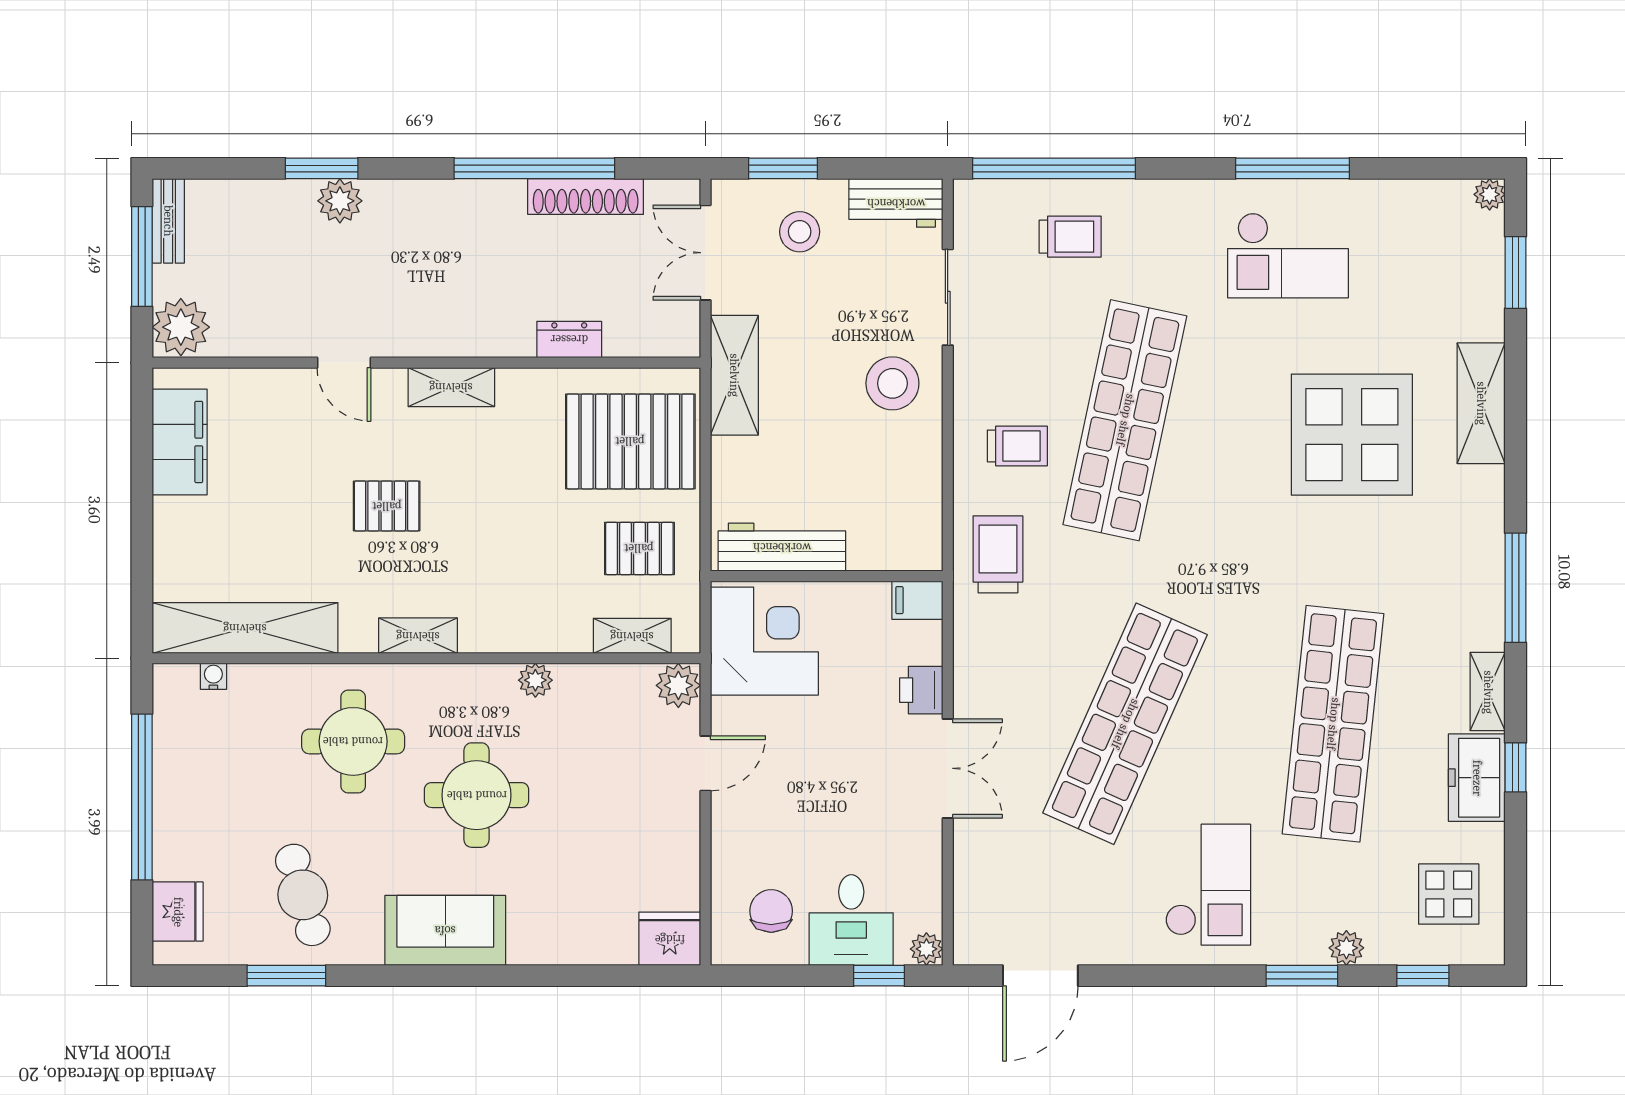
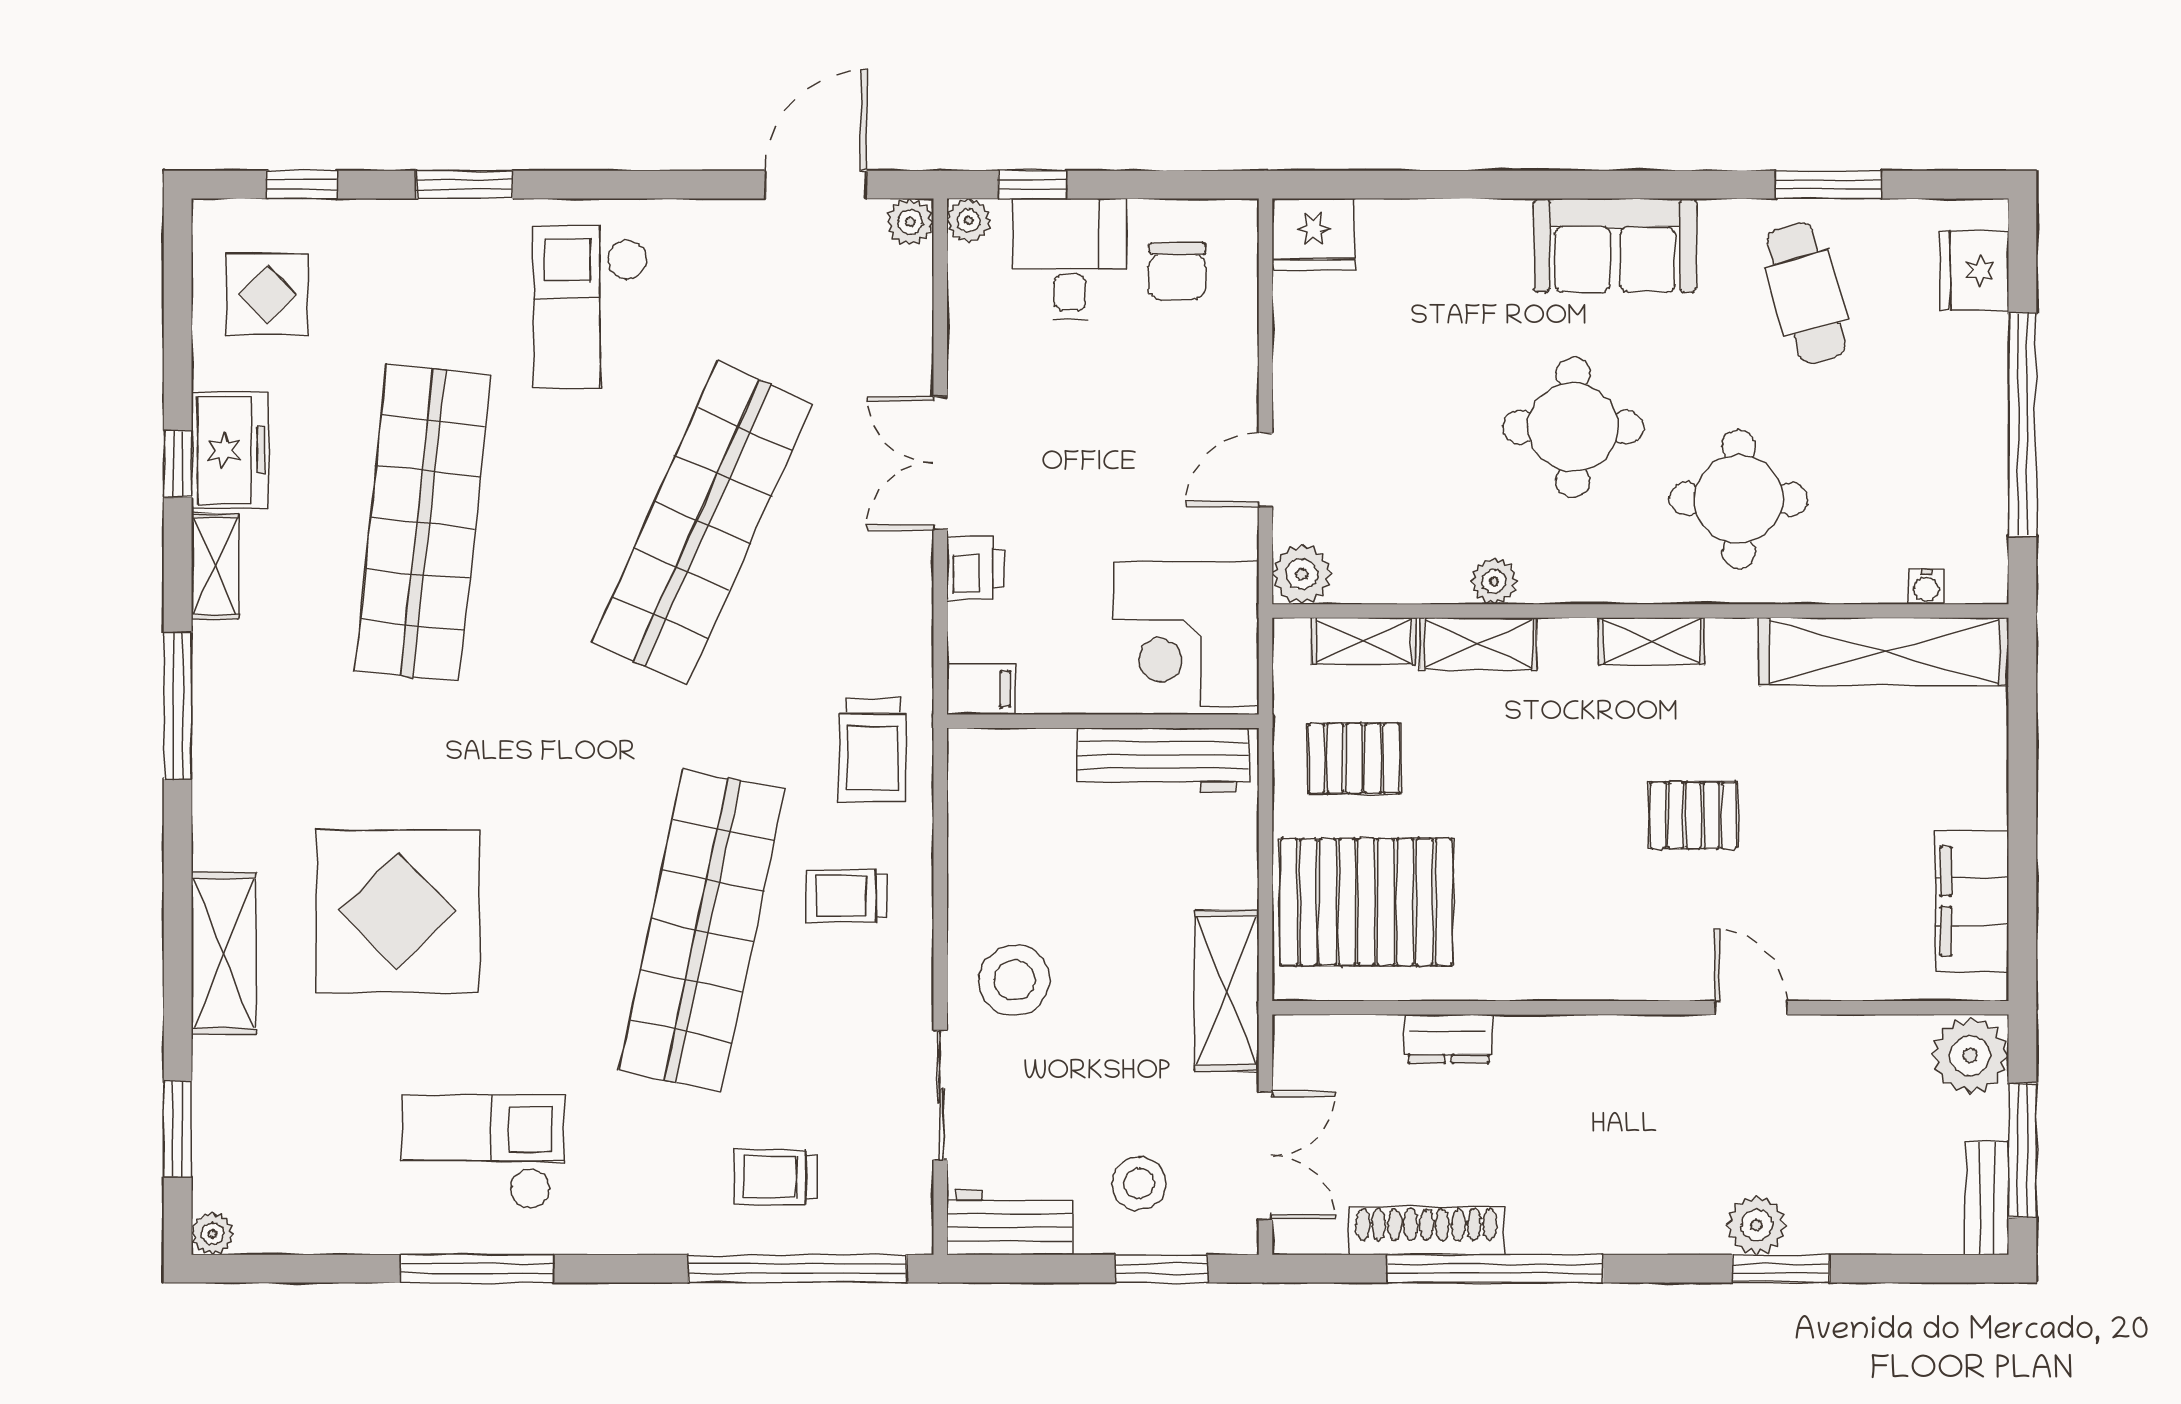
shelving: (451, 387) -> (1479, 644), moved
plant: (1346, 948) -> (910, 222), moved

